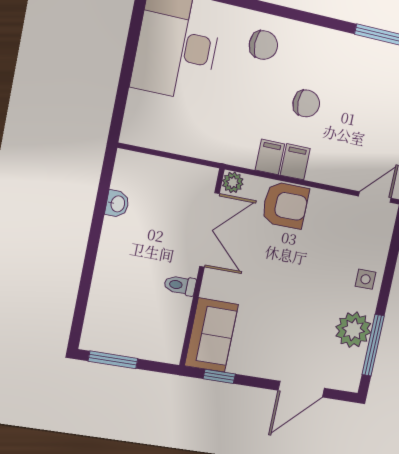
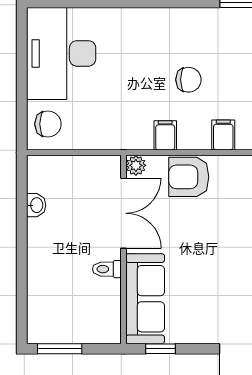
chair: (263, 45) -> (48, 124), moved
filing cabinet: (295, 162) -> (223, 135), moved
armchair: (285, 205) -> (189, 177), turned 180
sofa: (211, 335) -> (145, 299), width x1.36

